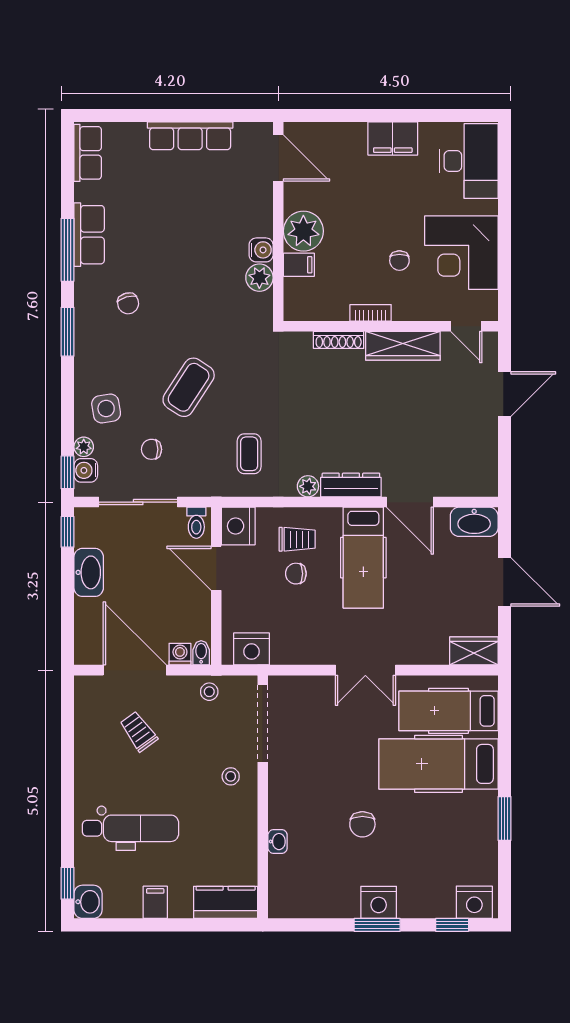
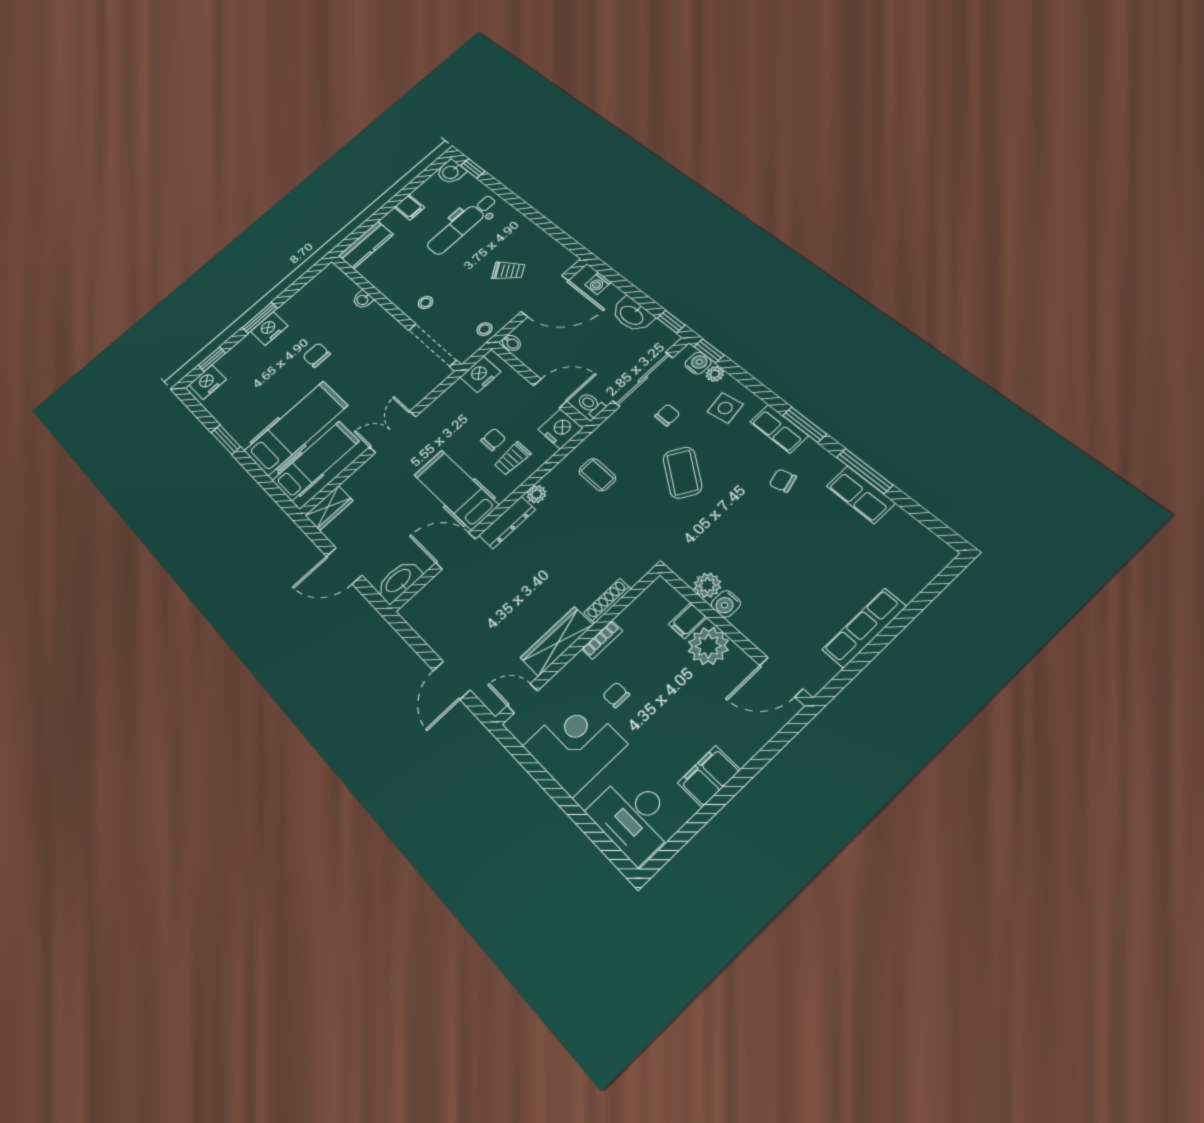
row of seats: (88, 153) -> (779, 429), moved
washing machine: (180, 654) -> (598, 284), moved, turned 90

